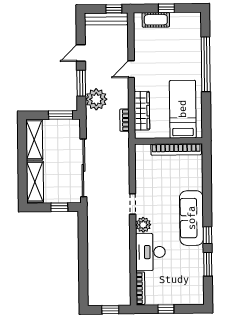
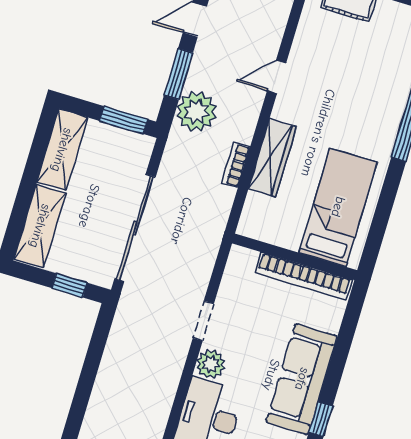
bed: (183, 109) -> (338, 207), moved
wall: (169, 141) -> (295, 257), moved
bookcase: (176, 149) -> (304, 276), moved

